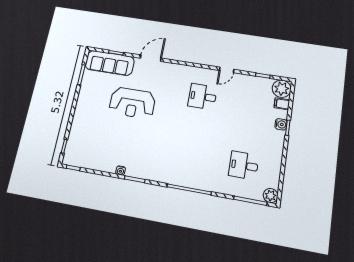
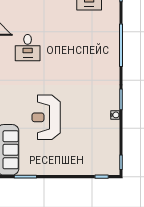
reception desk: (132, 103) -> (46, 117), turned 180

